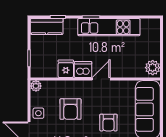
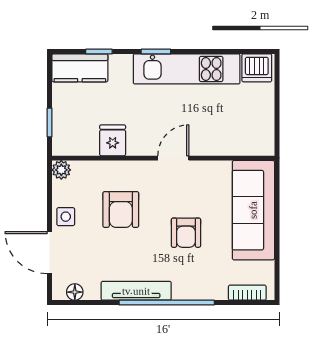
plant: (153, 68) -> (262, 138), removed
dishwasher: (83, 70) -> (257, 68), moved, turned 180

